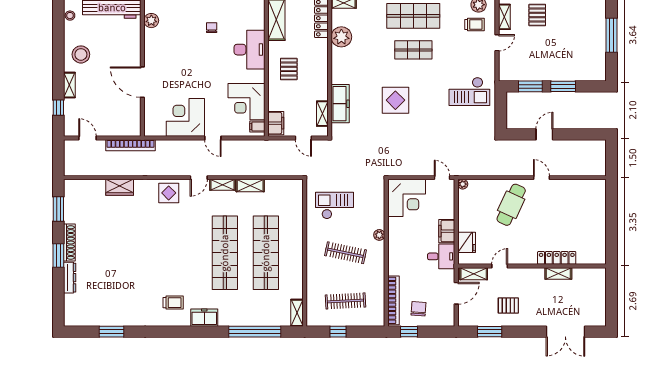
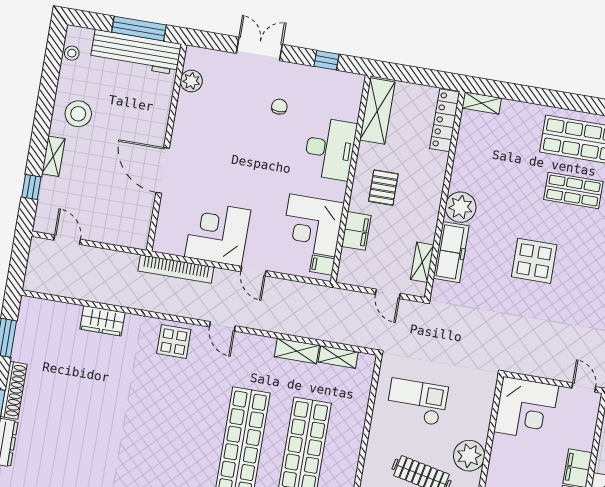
plant: (341, 37) -> (461, 207), moved
filing cabinet: (276, 123) -> (356, 231), moved
bookcase: (131, 145) -> (176, 269), moved
door: (199, 178) -> (222, 326), hinge flipped
shelving: (222, 185) -> (338, 357), moved
plant: (379, 235) -> (469, 456), width x1.87, depth x1.87

